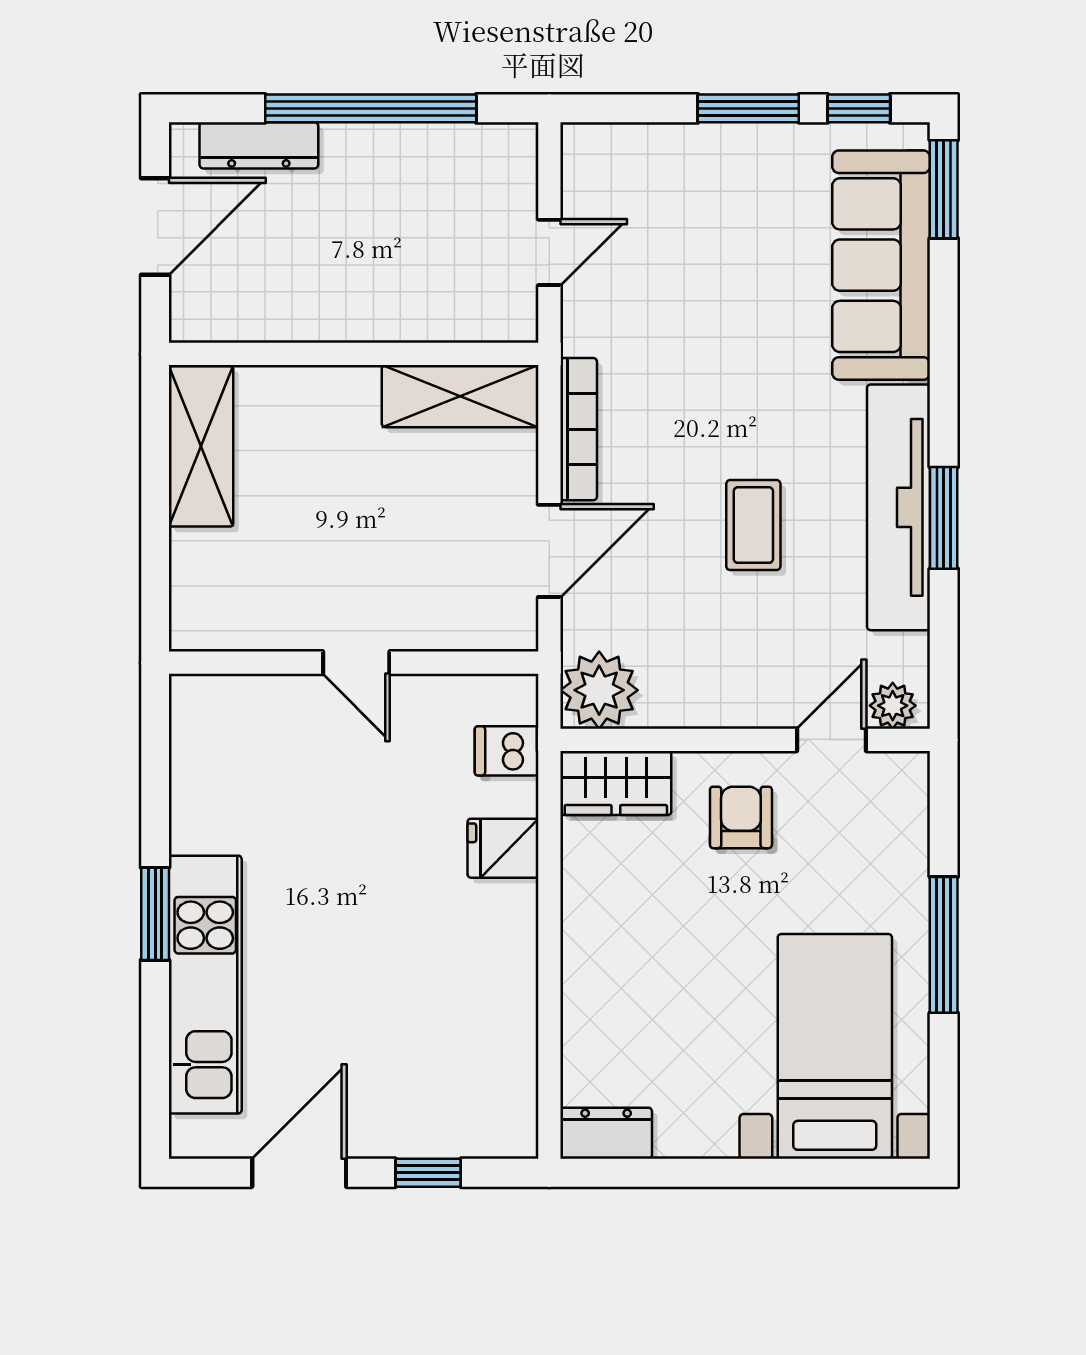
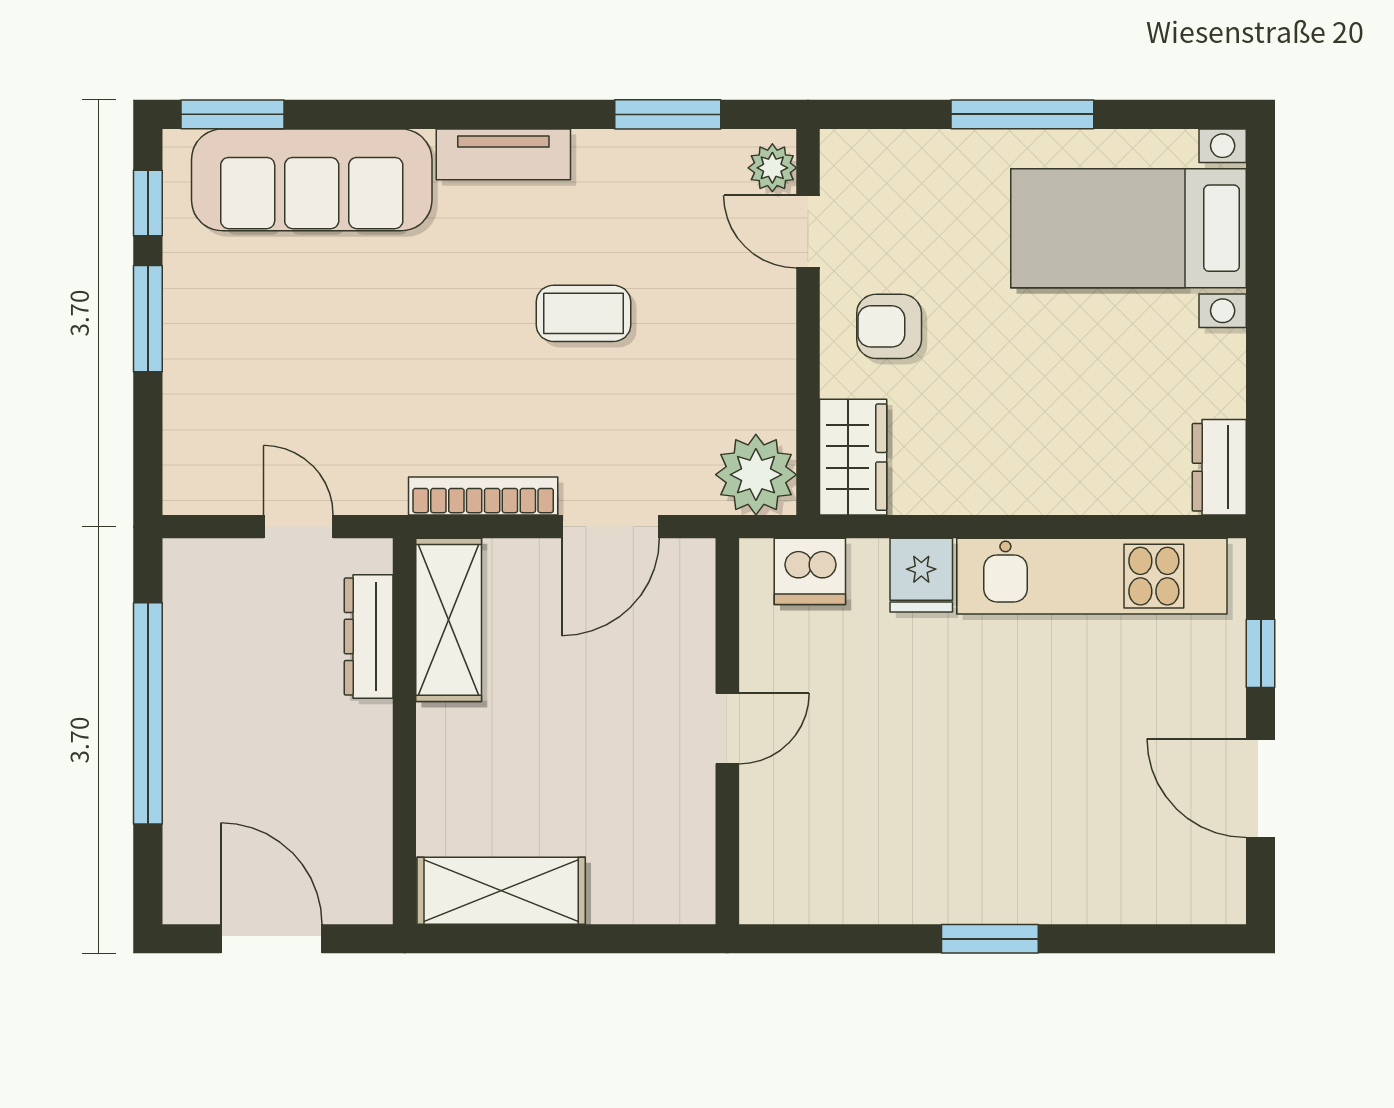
dresser: (259, 145) -> (369, 637), moved, turned 180
tv unit: (898, 507) -> (503, 154), width x0.52, depth x0.78
window: (944, 518) -> (668, 114), moved
door: (549, 551) -> (610, 527), swing flipped
dishwasher: (507, 751) -> (810, 571), width x1.38
kitchen unit: (205, 985) -> (1092, 576), moved, turned 180

